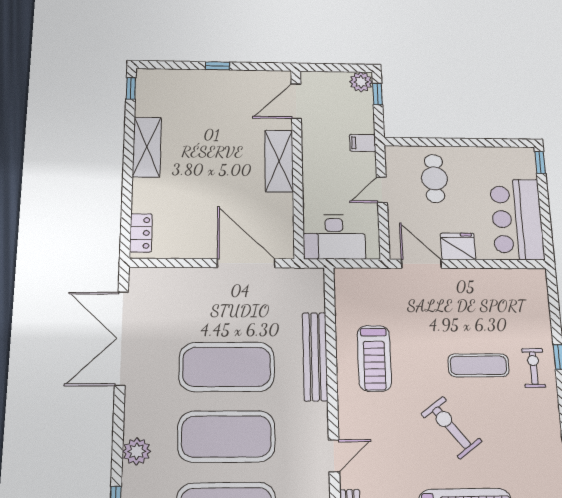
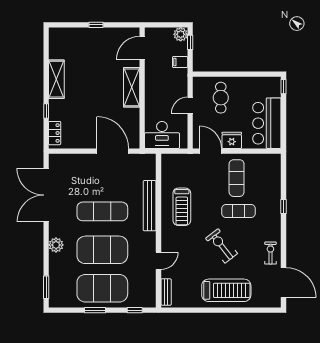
window: (131, 88) -> (46, 111), moved
filing cabinet: (363, 143) -> (180, 62), moved
exercise mat: (471, 309) -> (237, 178), added
exercise mat: (227, 367) -> (102, 211), width x0.68
exercise bike: (534, 368) -> (270, 253), moved
plant: (137, 451) -> (56, 245), moved

